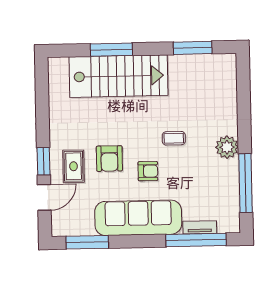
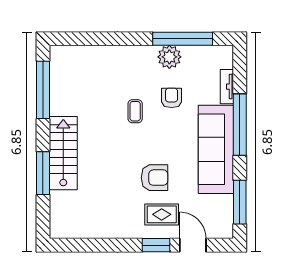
window: (193, 48) -> (43, 90), width x1.46
stairs: (118, 76) -> (63, 153), width x0.73, depth x0.66
plant: (227, 147) -> (169, 57), moved
armchair: (148, 171) -> (172, 98), moved
window: (196, 240) -> (240, 125), moved

